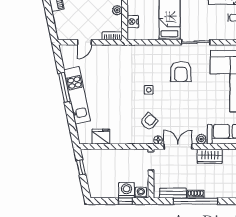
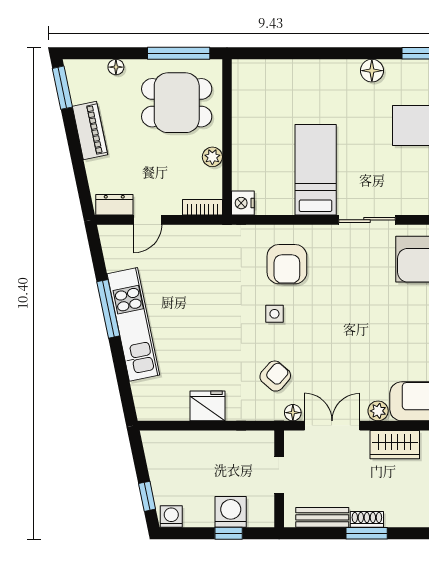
nightstand: (133, 22) -> (243, 203), moved
dresser: (67, 35) -> (114, 205), added
armchair: (181, 72) -> (287, 264), moved
fridge: (101, 137) -> (207, 406), moved
doorway: (151, 161) -> (279, 475), moved
window: (81, 167) -> (147, 496), moved
washing machine: (141, 193) -> (171, 517), moved
window: (195, 201) -> (367, 533), width x0.47

